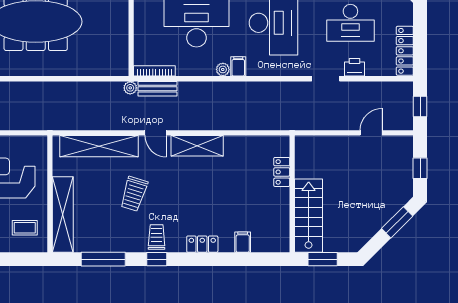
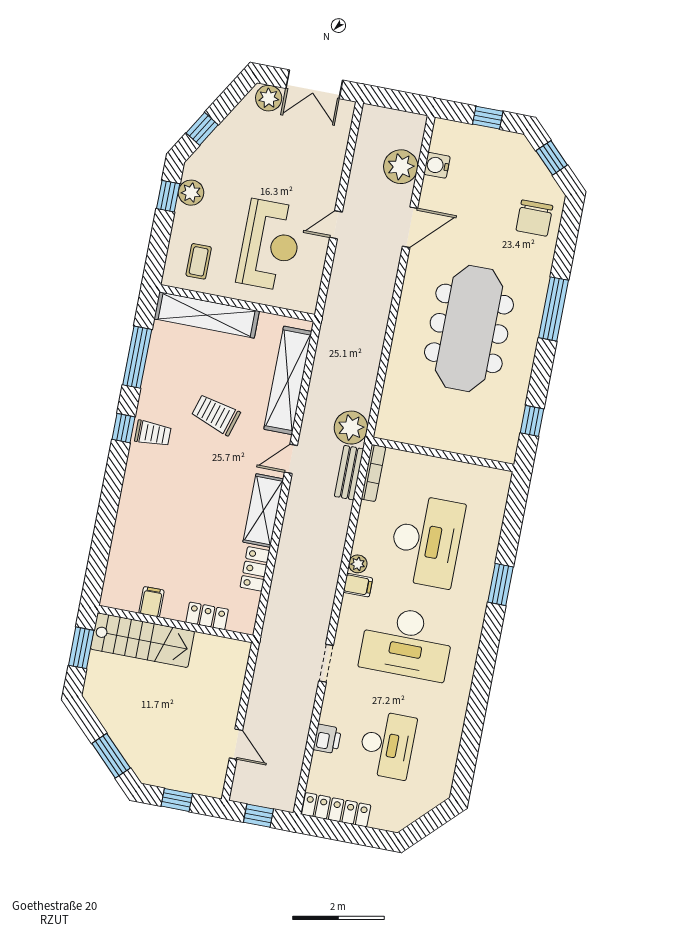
desk: (350, 23) -> (387, 745), turned 180
doorway: (326, 79) -> (326, 663), moved
plant: (130, 88) -> (351, 428), width x1.88, depth x1.88
filing cabinet: (243, 242) -> (151, 602), moved, turned -90
locker: (202, 244) -> (255, 569), moved, turned 180

